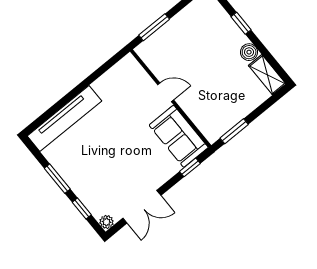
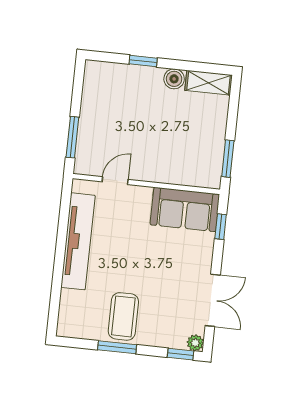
door: (166, 92) -> (115, 181), moved
tv unit: (64, 118) -> (78, 241), moved
coffee table: (79, 164) -> (123, 316), added
window: (82, 208) -> (181, 354), moved

